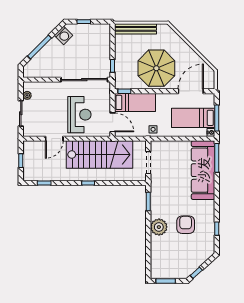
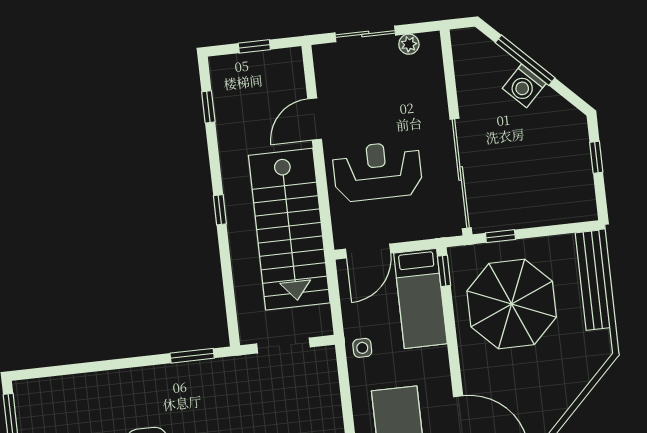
washing machine: (64, 35) -> (524, 86), moved
parasol: (156, 68) -> (512, 304), moved
reception desk: (79, 115) -> (377, 171), turned 180
door: (54, 139) -> (315, 119), hinge flipped
plant: (159, 227) -> (135, 387), removed

